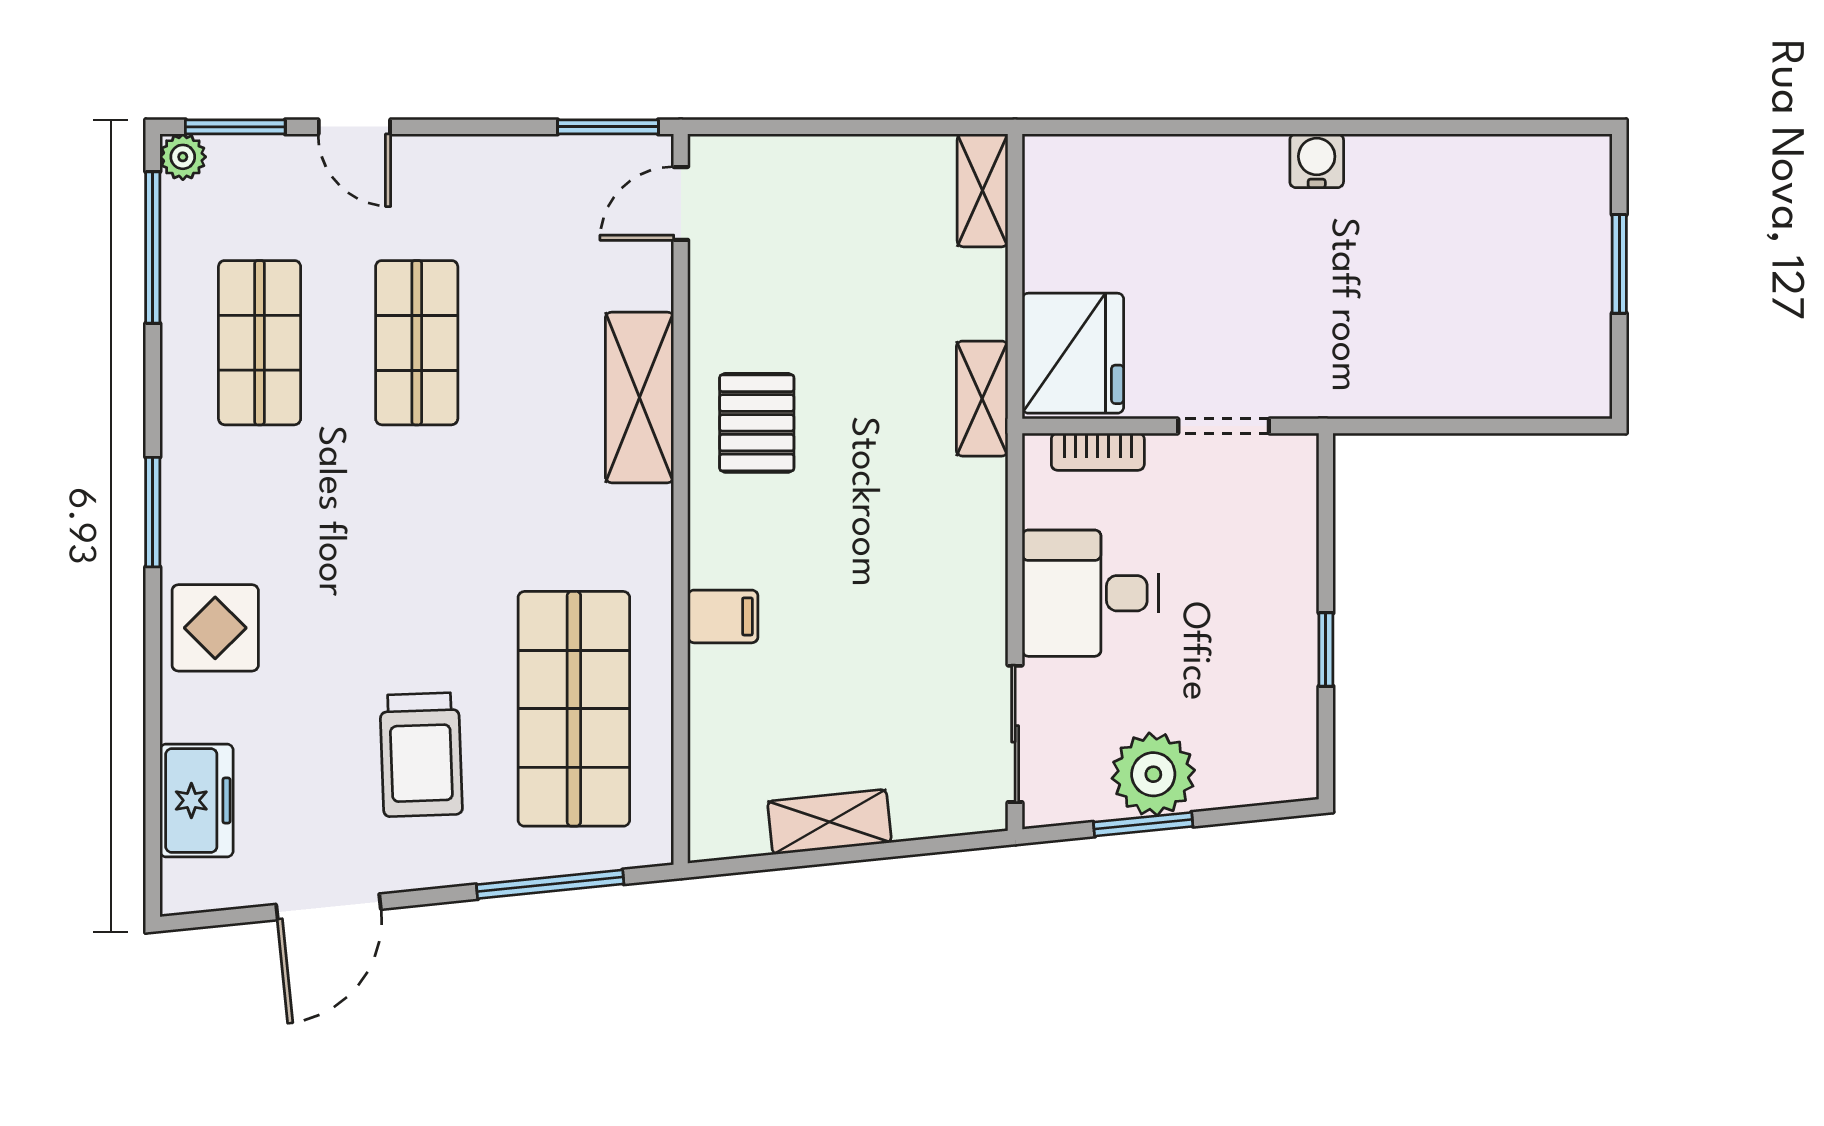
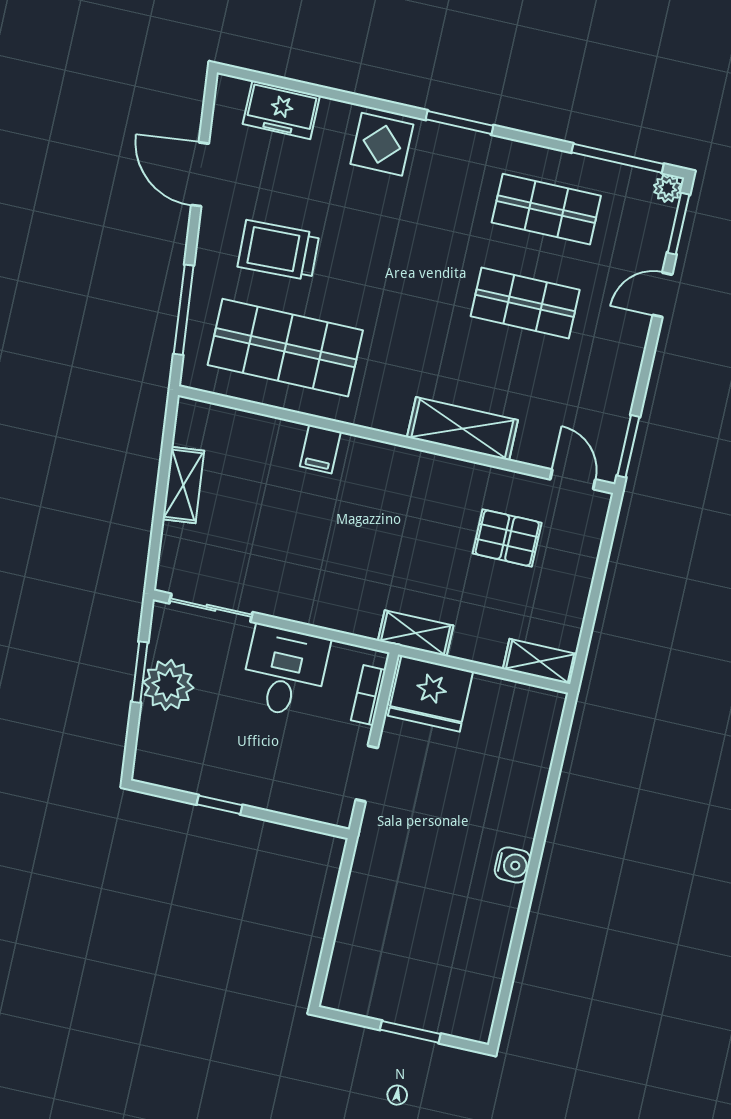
pallet: (757, 423) -> (507, 538), moved

